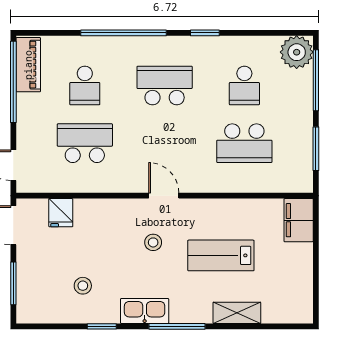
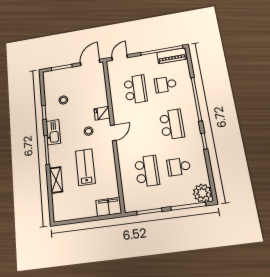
school desk: (244, 143) -> (147, 171), turned 180
fridge: (61, 213) -> (102, 113), moved

